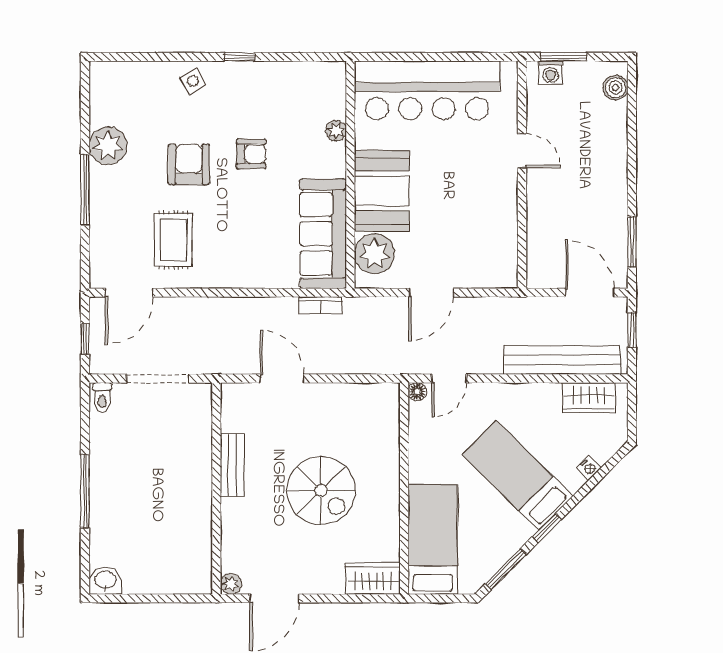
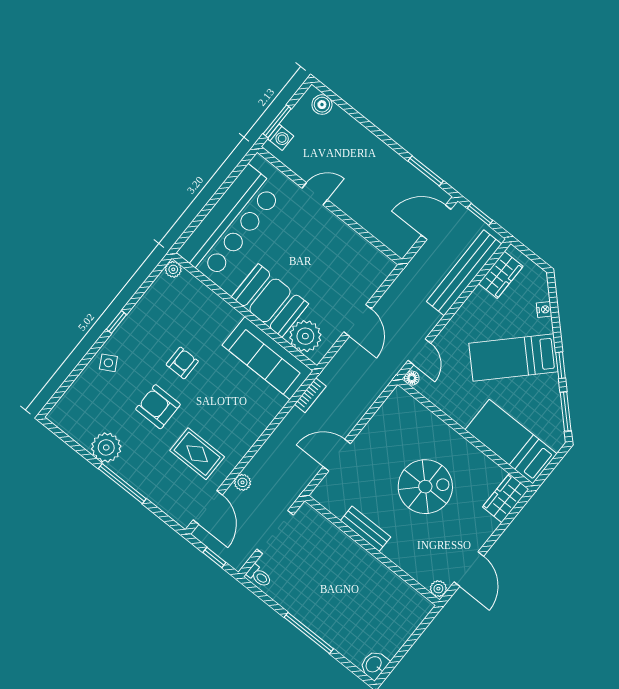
plant: (336, 131) -> (173, 269), moved
plant: (181, 307) -> (242, 482), added

